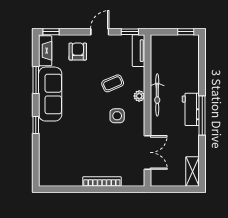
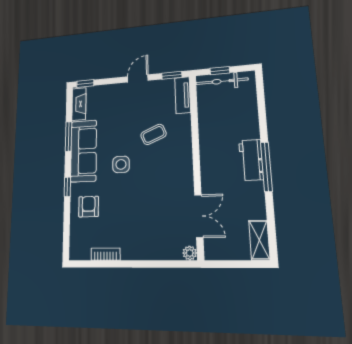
window: (186, 32) -> (220, 71), moved
armchair: (78, 52) -> (89, 207), moved
bicycle: (157, 95) -> (222, 81), moved, turned 90
plant: (139, 96) -> (190, 253), moved
side table: (117, 116) -> (121, 164), moved
bookcase: (102, 182) -> (106, 254), moved, width x0.64

